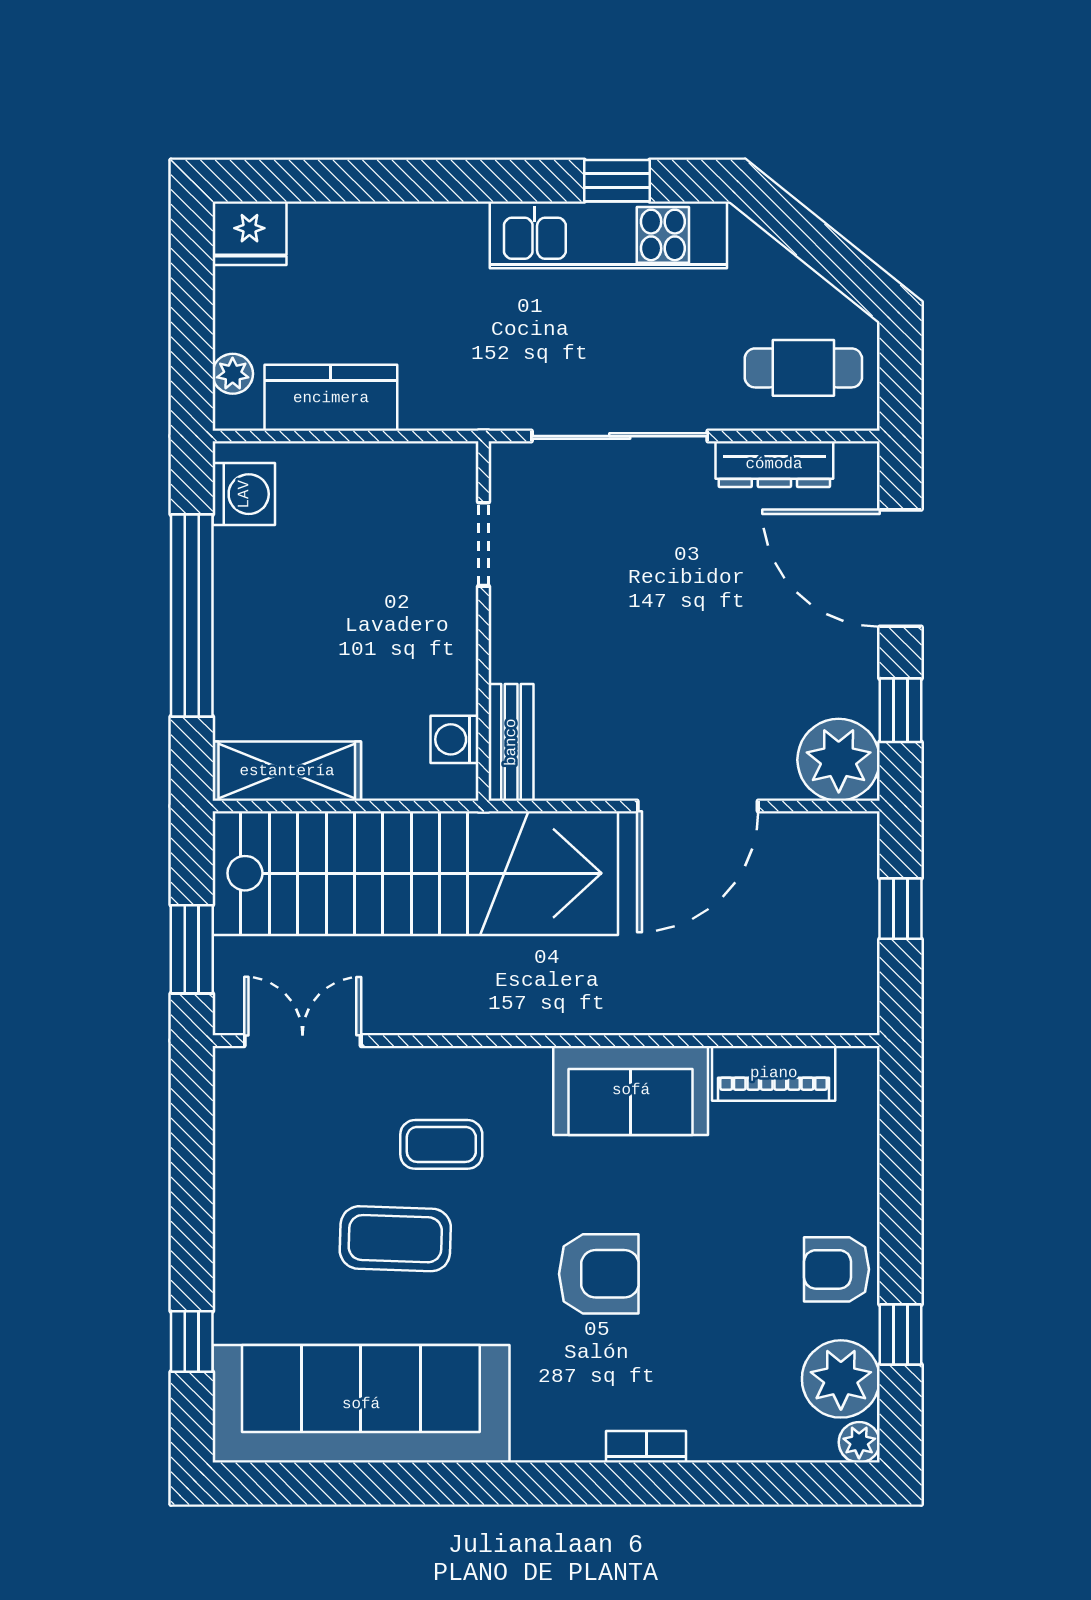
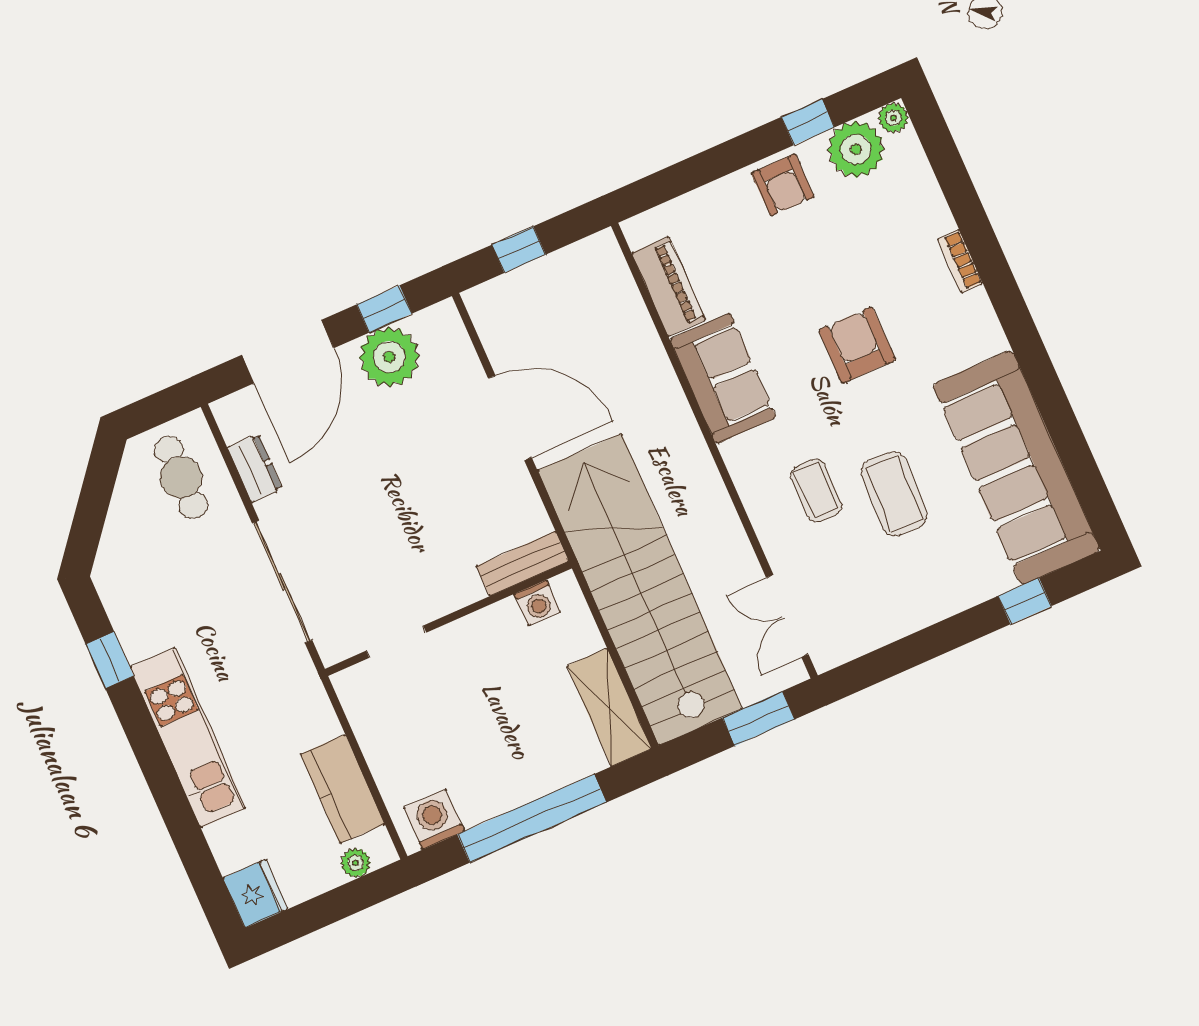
kitchen unit: (608, 235) -> (188, 738), moved
dresser: (774, 464) -> (255, 468), width x0.70
plant: (839, 760) -> (389, 357), moved

